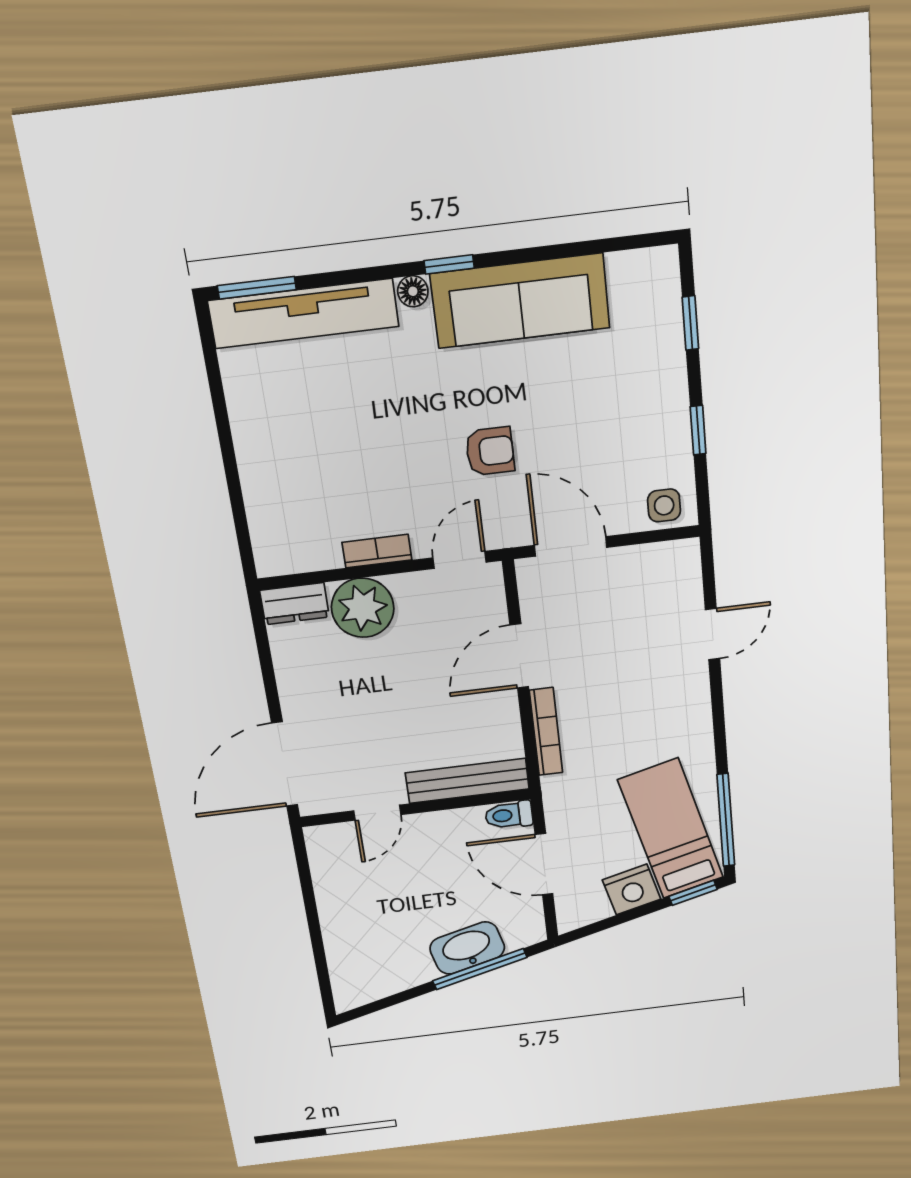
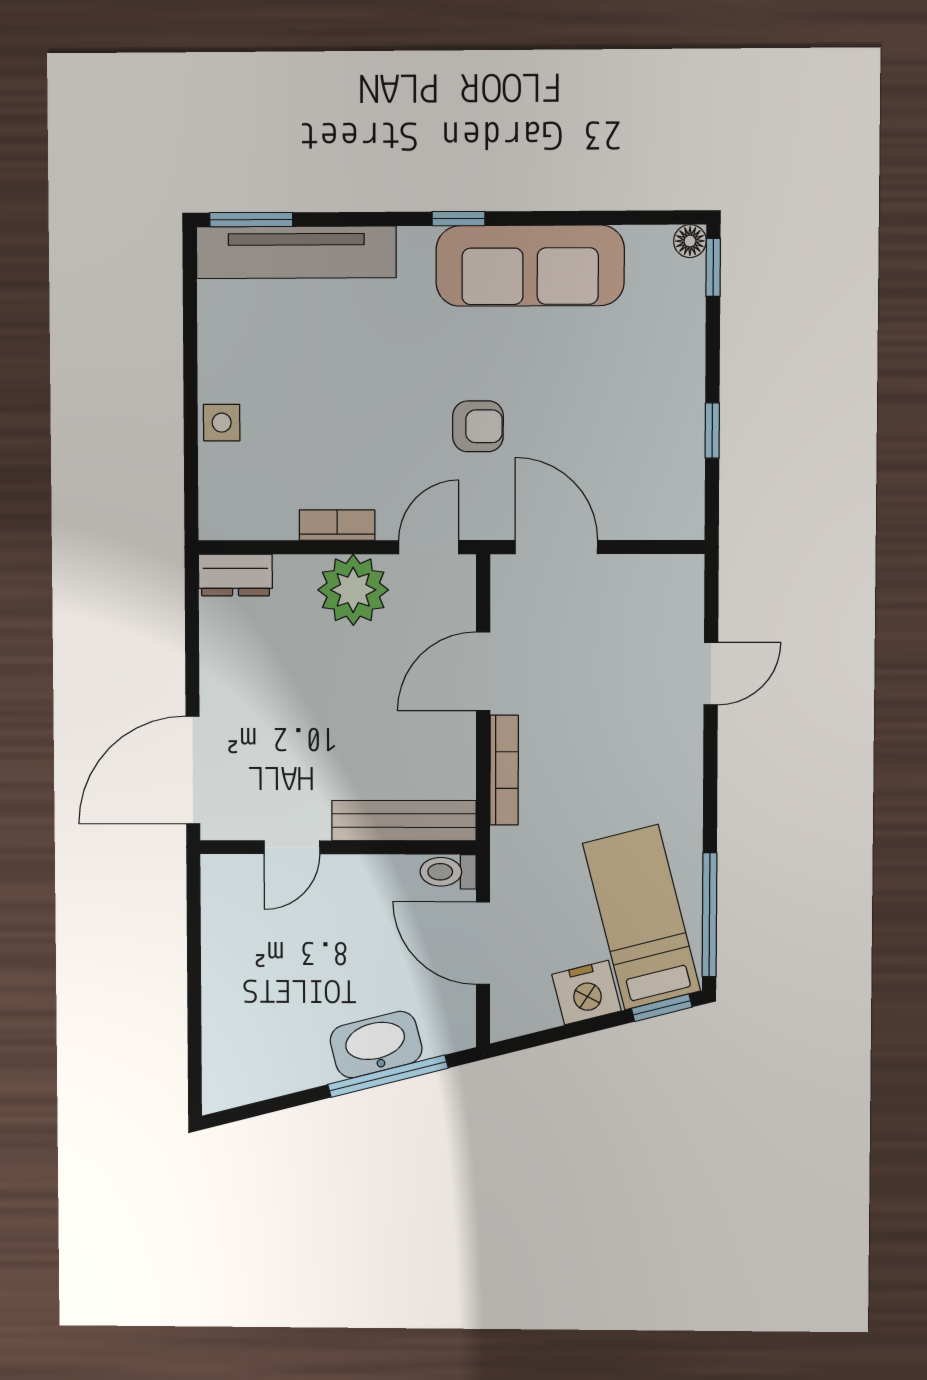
floor lamp: (413, 291) -> (690, 241), moved
window: (690, 323) -> (713, 267), moved
side table: (664, 505) -> (222, 423), moved
plant: (363, 608) -> (353, 590), moved

